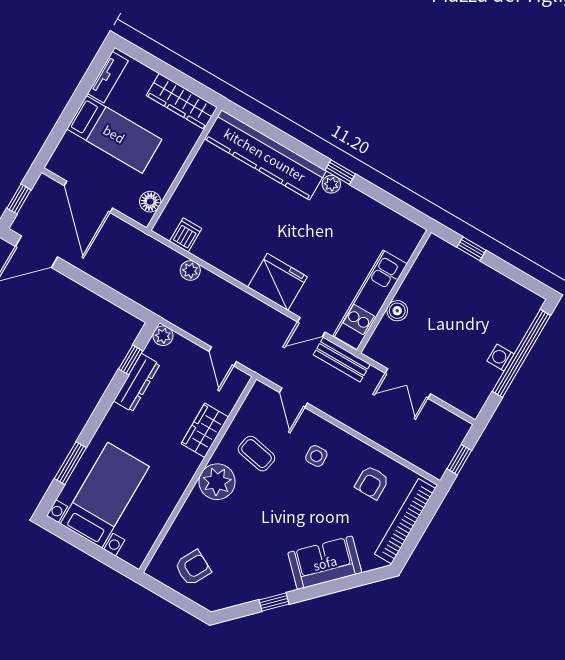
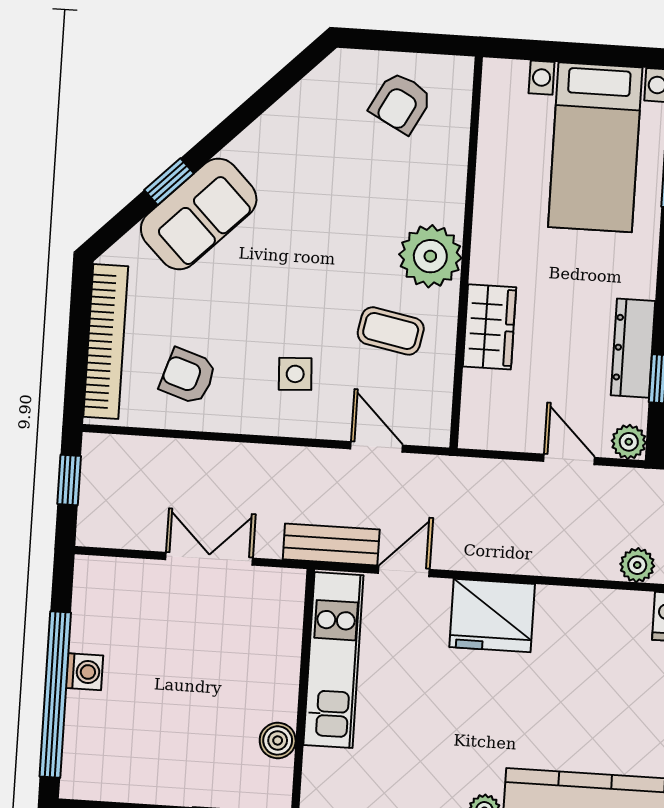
boiler: (397, 311) -> (278, 740), moved
door: (223, 356) -> (569, 459), moved
armchair: (372, 482) -> (188, 376), turned -72
window: (274, 602) -> (169, 182), moved

